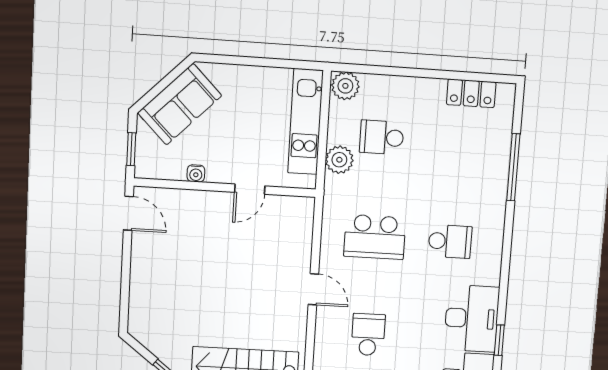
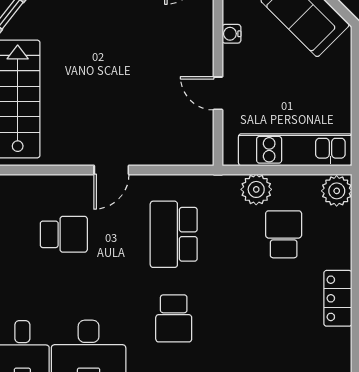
locker: (471, 93) -> (338, 298), moved

